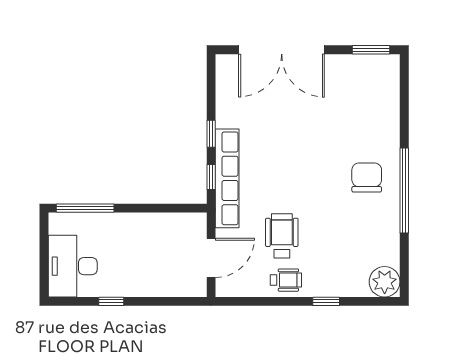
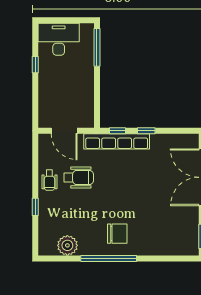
plant: (385, 282) -> (67, 245), moved

